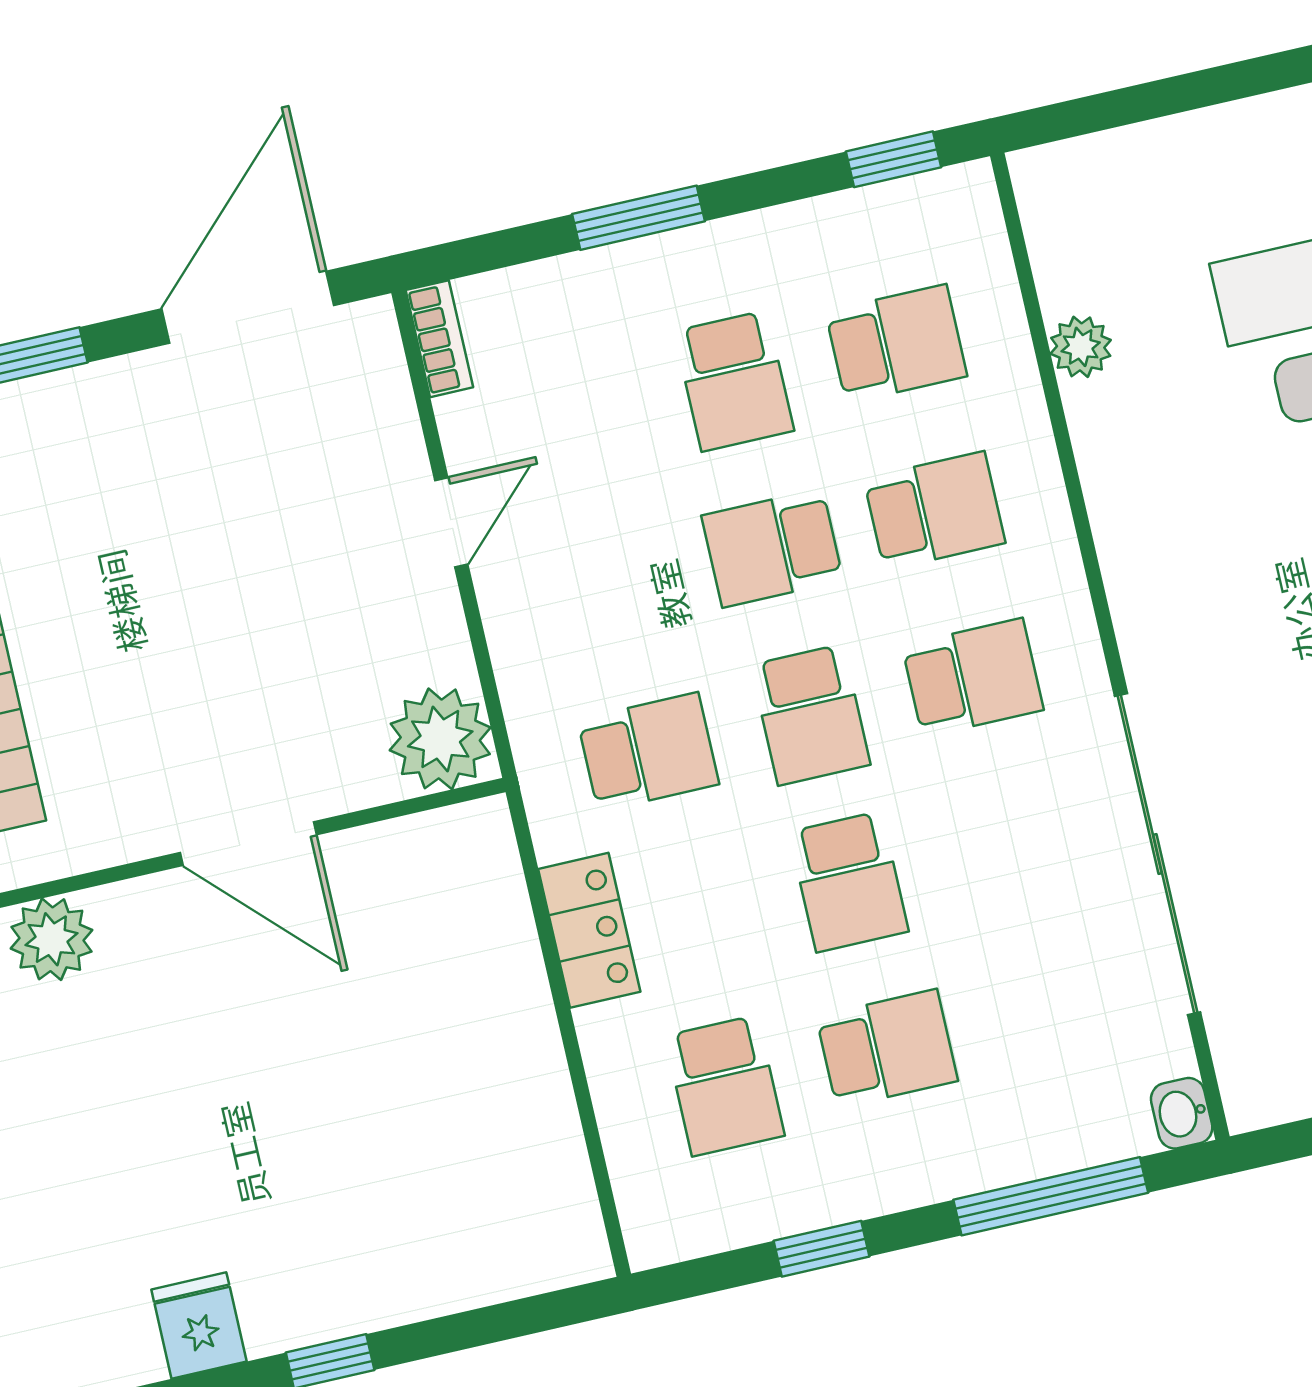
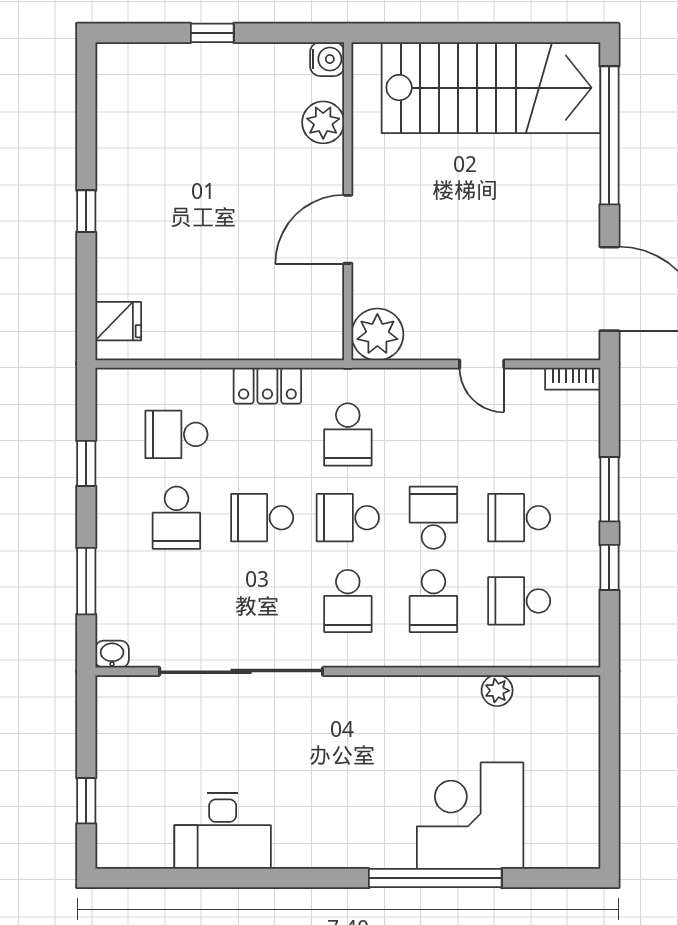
window: (894, 159) -> (609, 567), moved
school desk: (896, 344) -> (519, 601), turned 90
window: (1051, 1196) -> (86, 581), width x0.69
fridge: (199, 1326) -> (118, 321), moved

